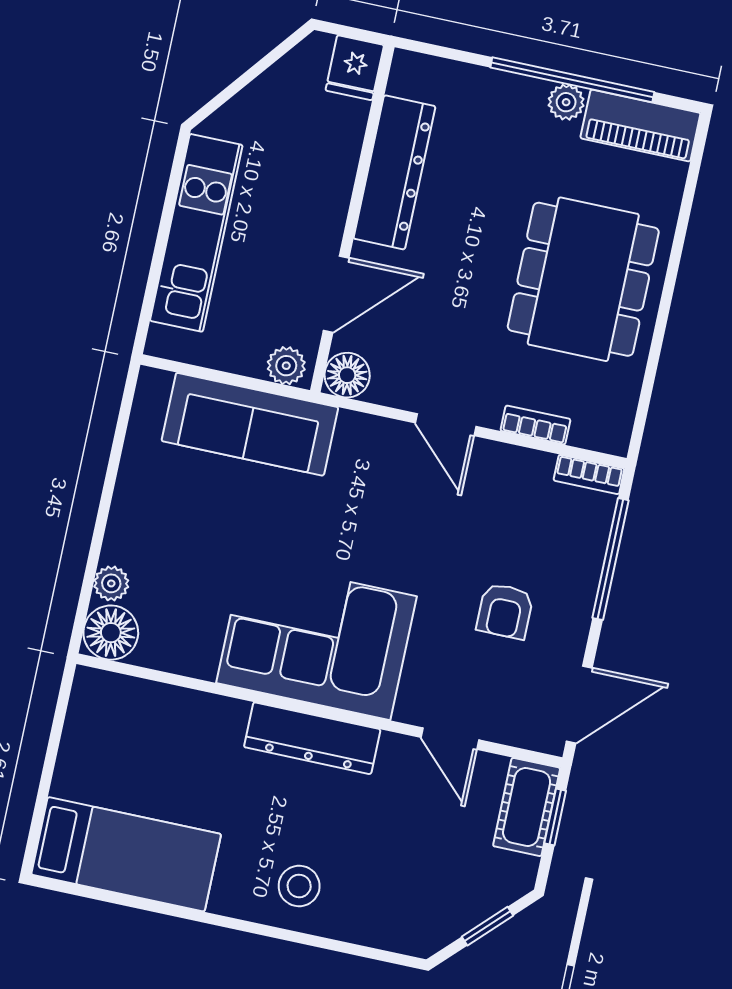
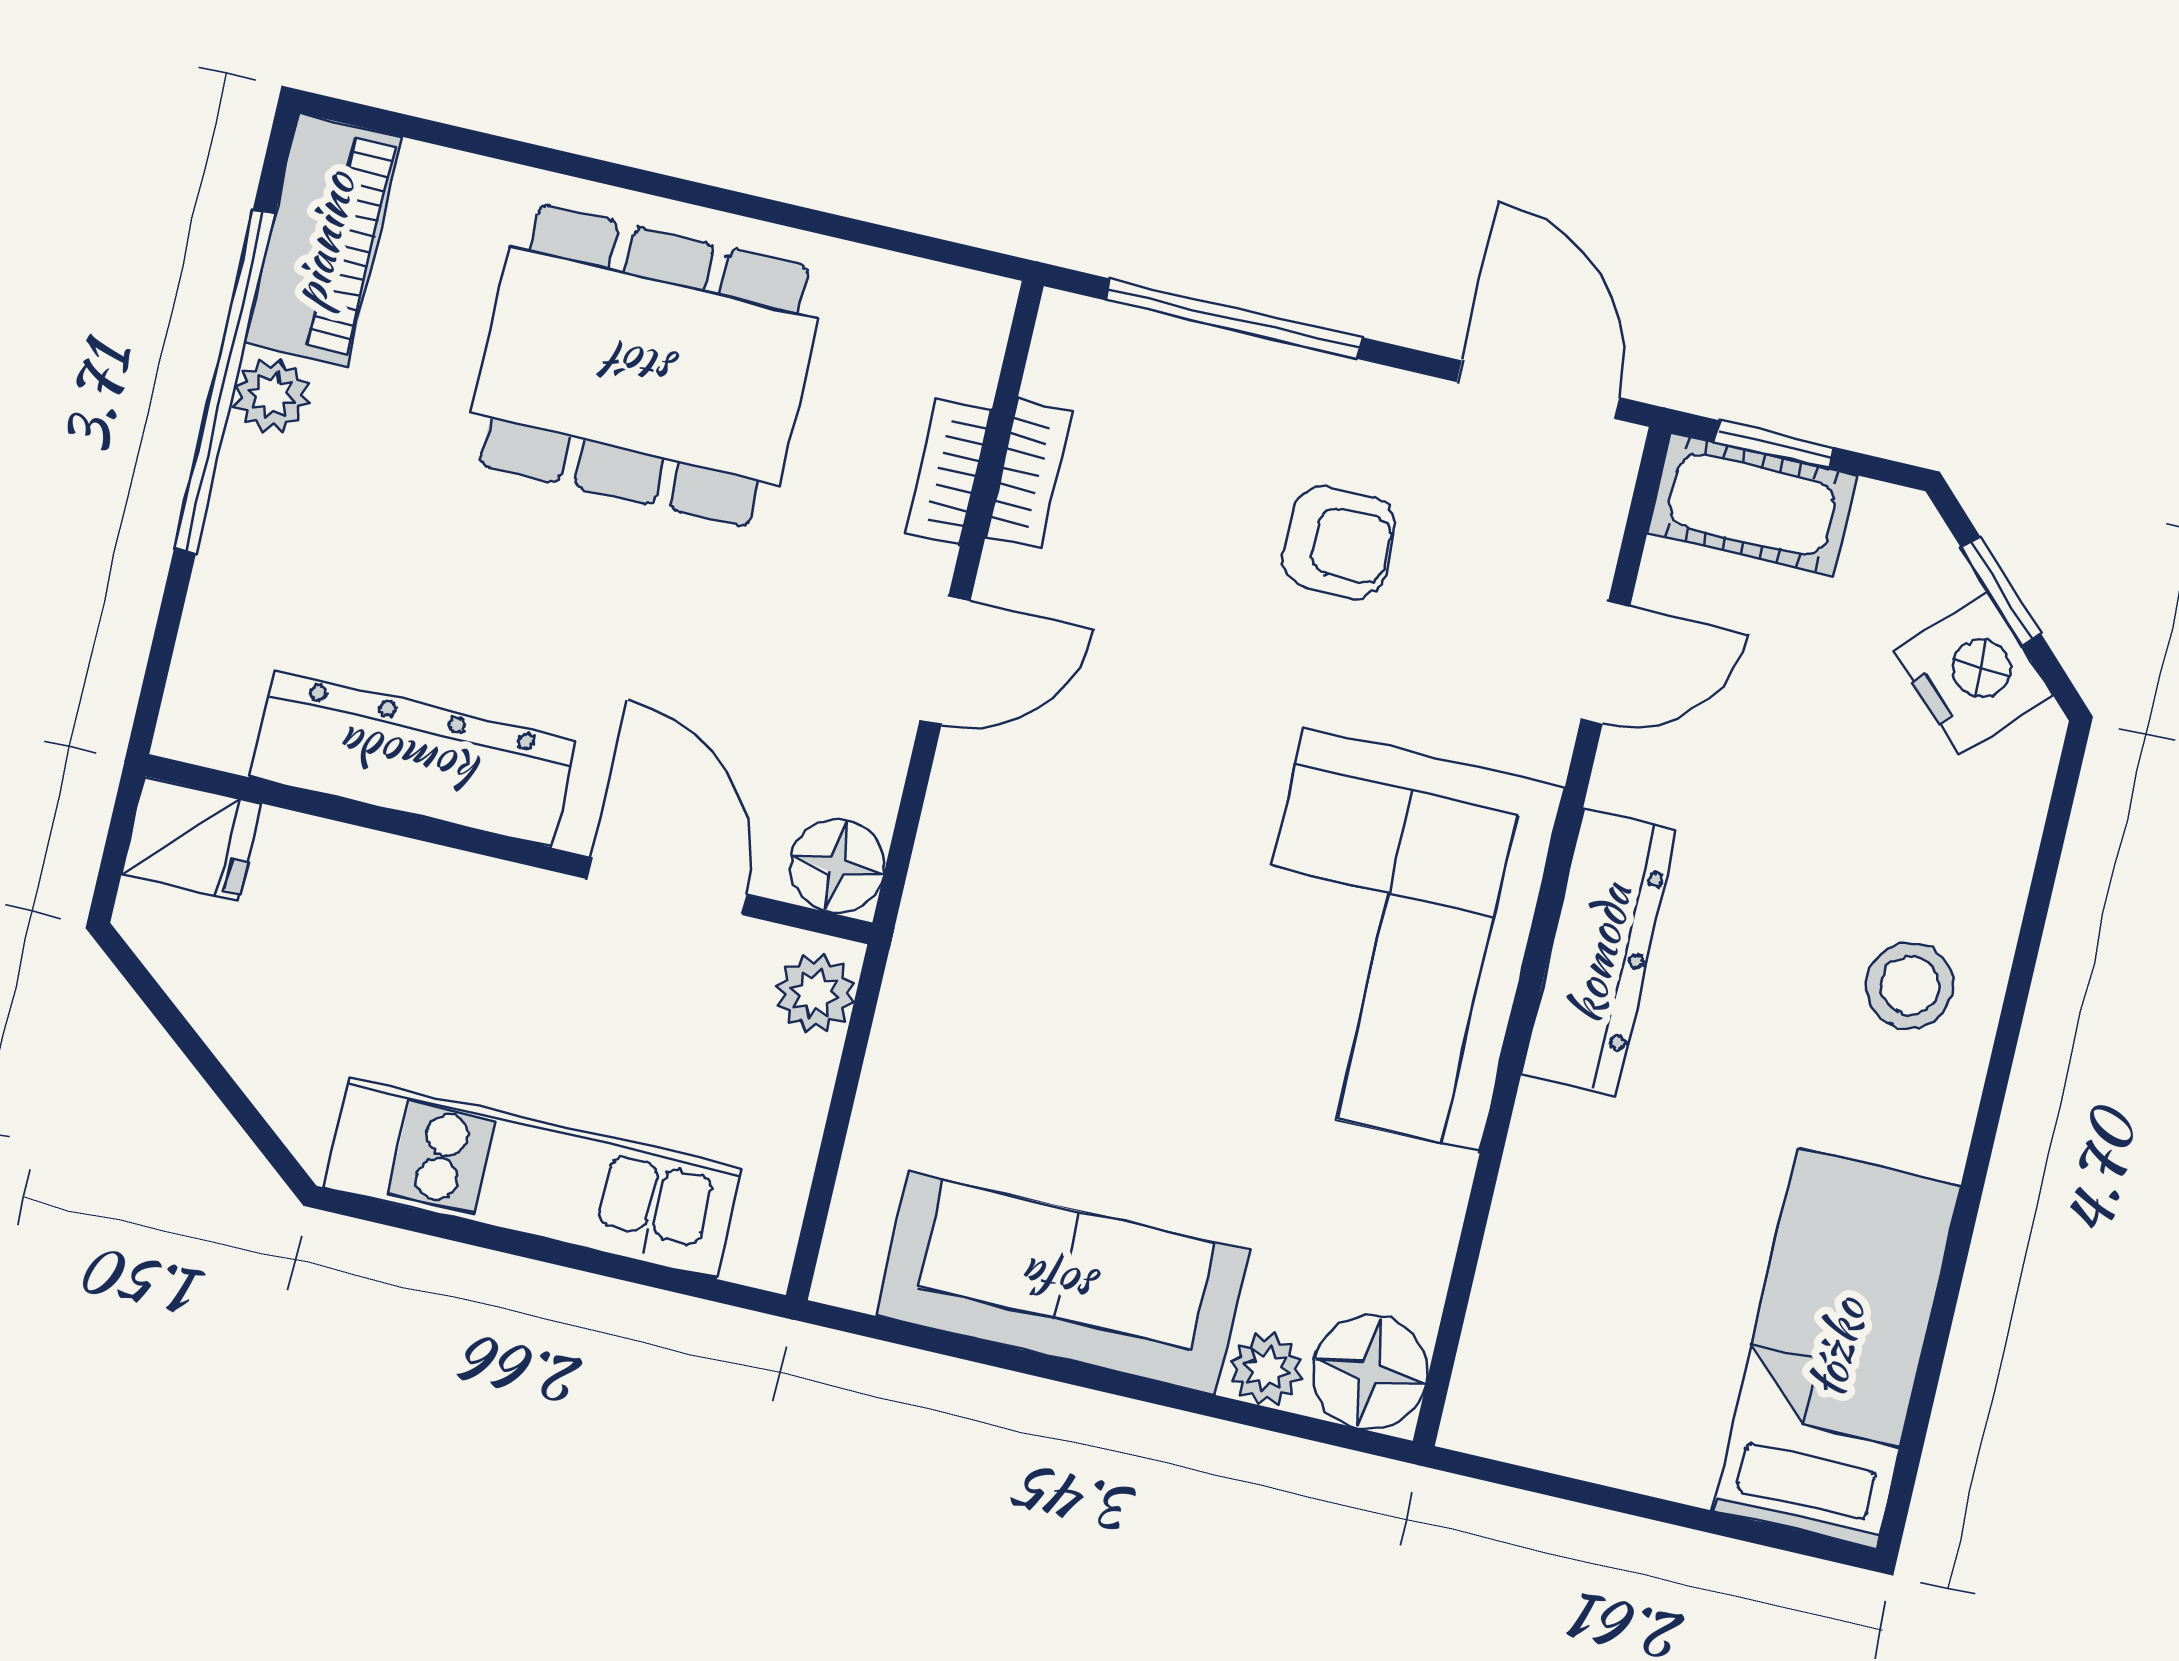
sofa: (250, 424) -> (1062, 1283), moved, turned -90
bookcase: (589, 475) -> (1029, 473), moved
nightstand: (448, 914) -> (1973, 673), added

